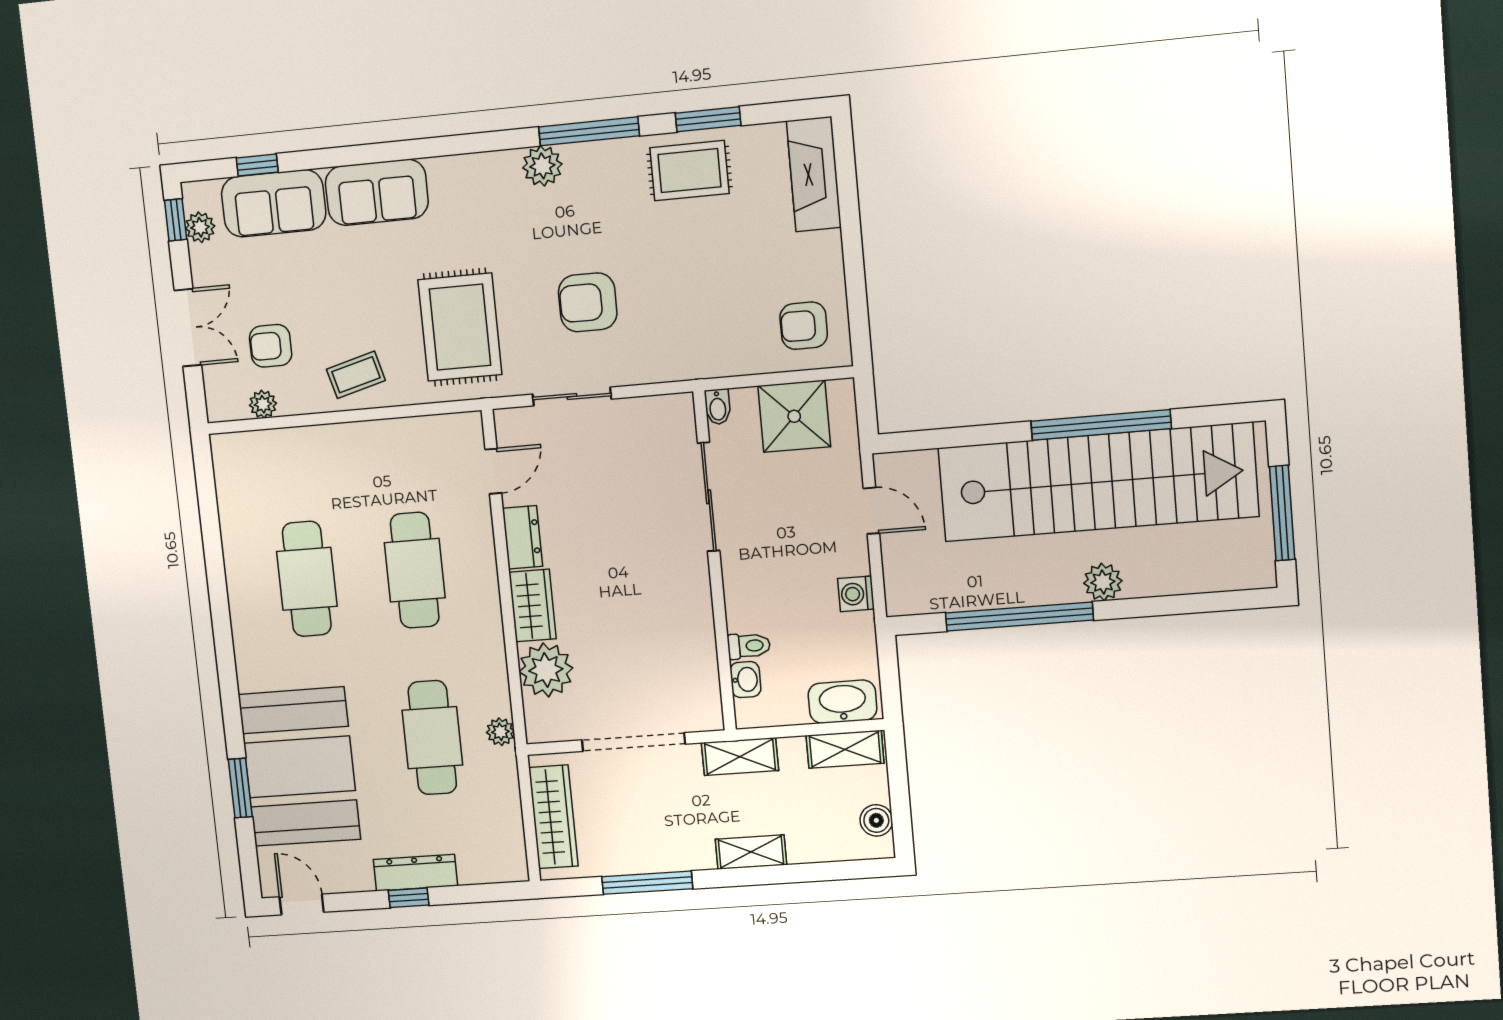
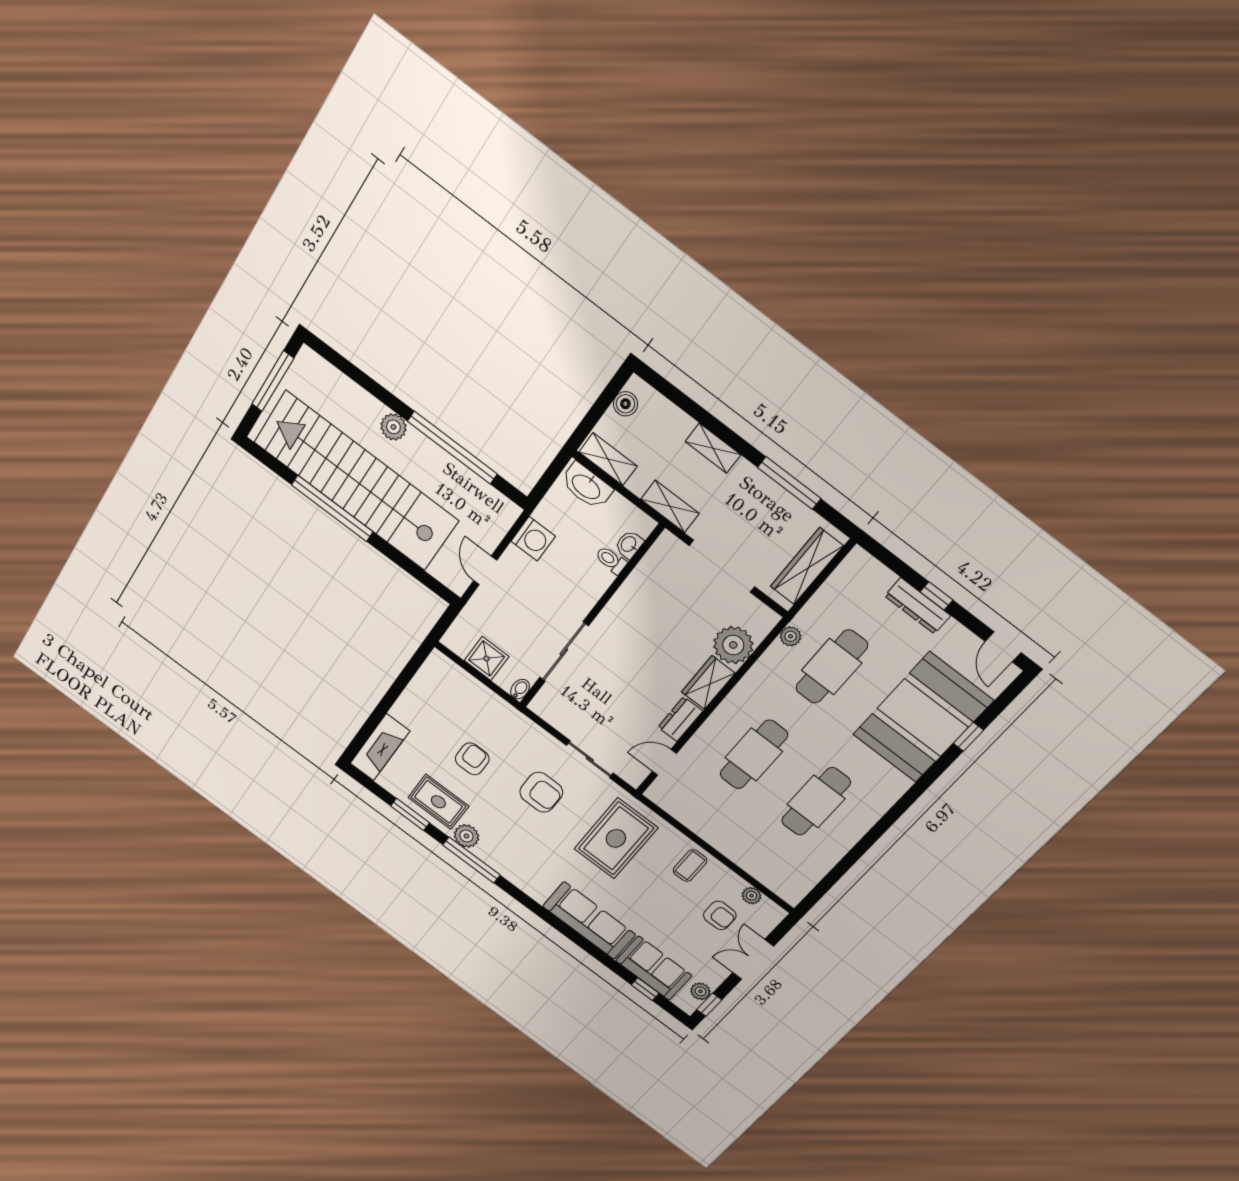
plant: (542, 166) -> (466, 836), moved
sofa: (377, 192) -> (589, 921), width x1.36
armchair: (804, 326) -> (472, 759), moved, turned -90
coffee table: (356, 375) -> (690, 866), turned -75
shower: (794, 416) -> (486, 658), width x0.73, depth x0.73
washing machine: (856, 594) -> (533, 539), width x1.38, depth x1.38
window: (240, 788) -> (968, 737), width x0.67

